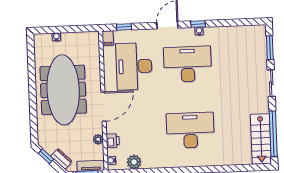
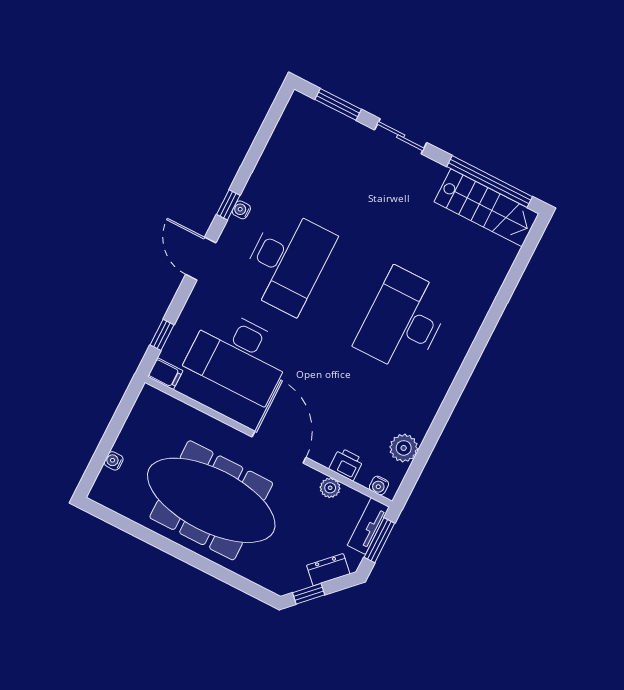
desk: (188, 64) -> (287, 262), turned 180

